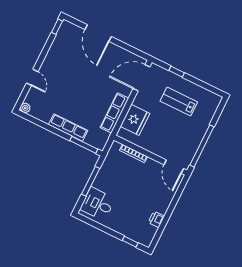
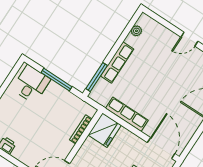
door: (32, 77) -> (189, 39), moved
plant: (25, 108) -> (136, 31), moved
fridge: (135, 120) -> (105, 130), moved, turned -90

